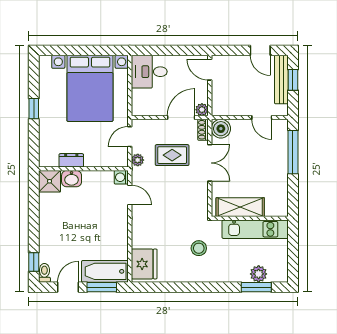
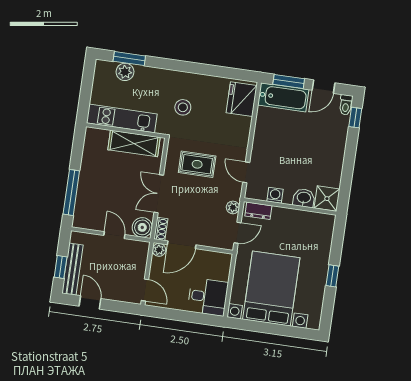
door: (262, 118) -> (114, 235), moved
rug: (172, 155) -> (197, 164), moved
dresser: (71, 160) -> (258, 211), moved
washing machine: (121, 177) -> (275, 195), moved, turned -90

